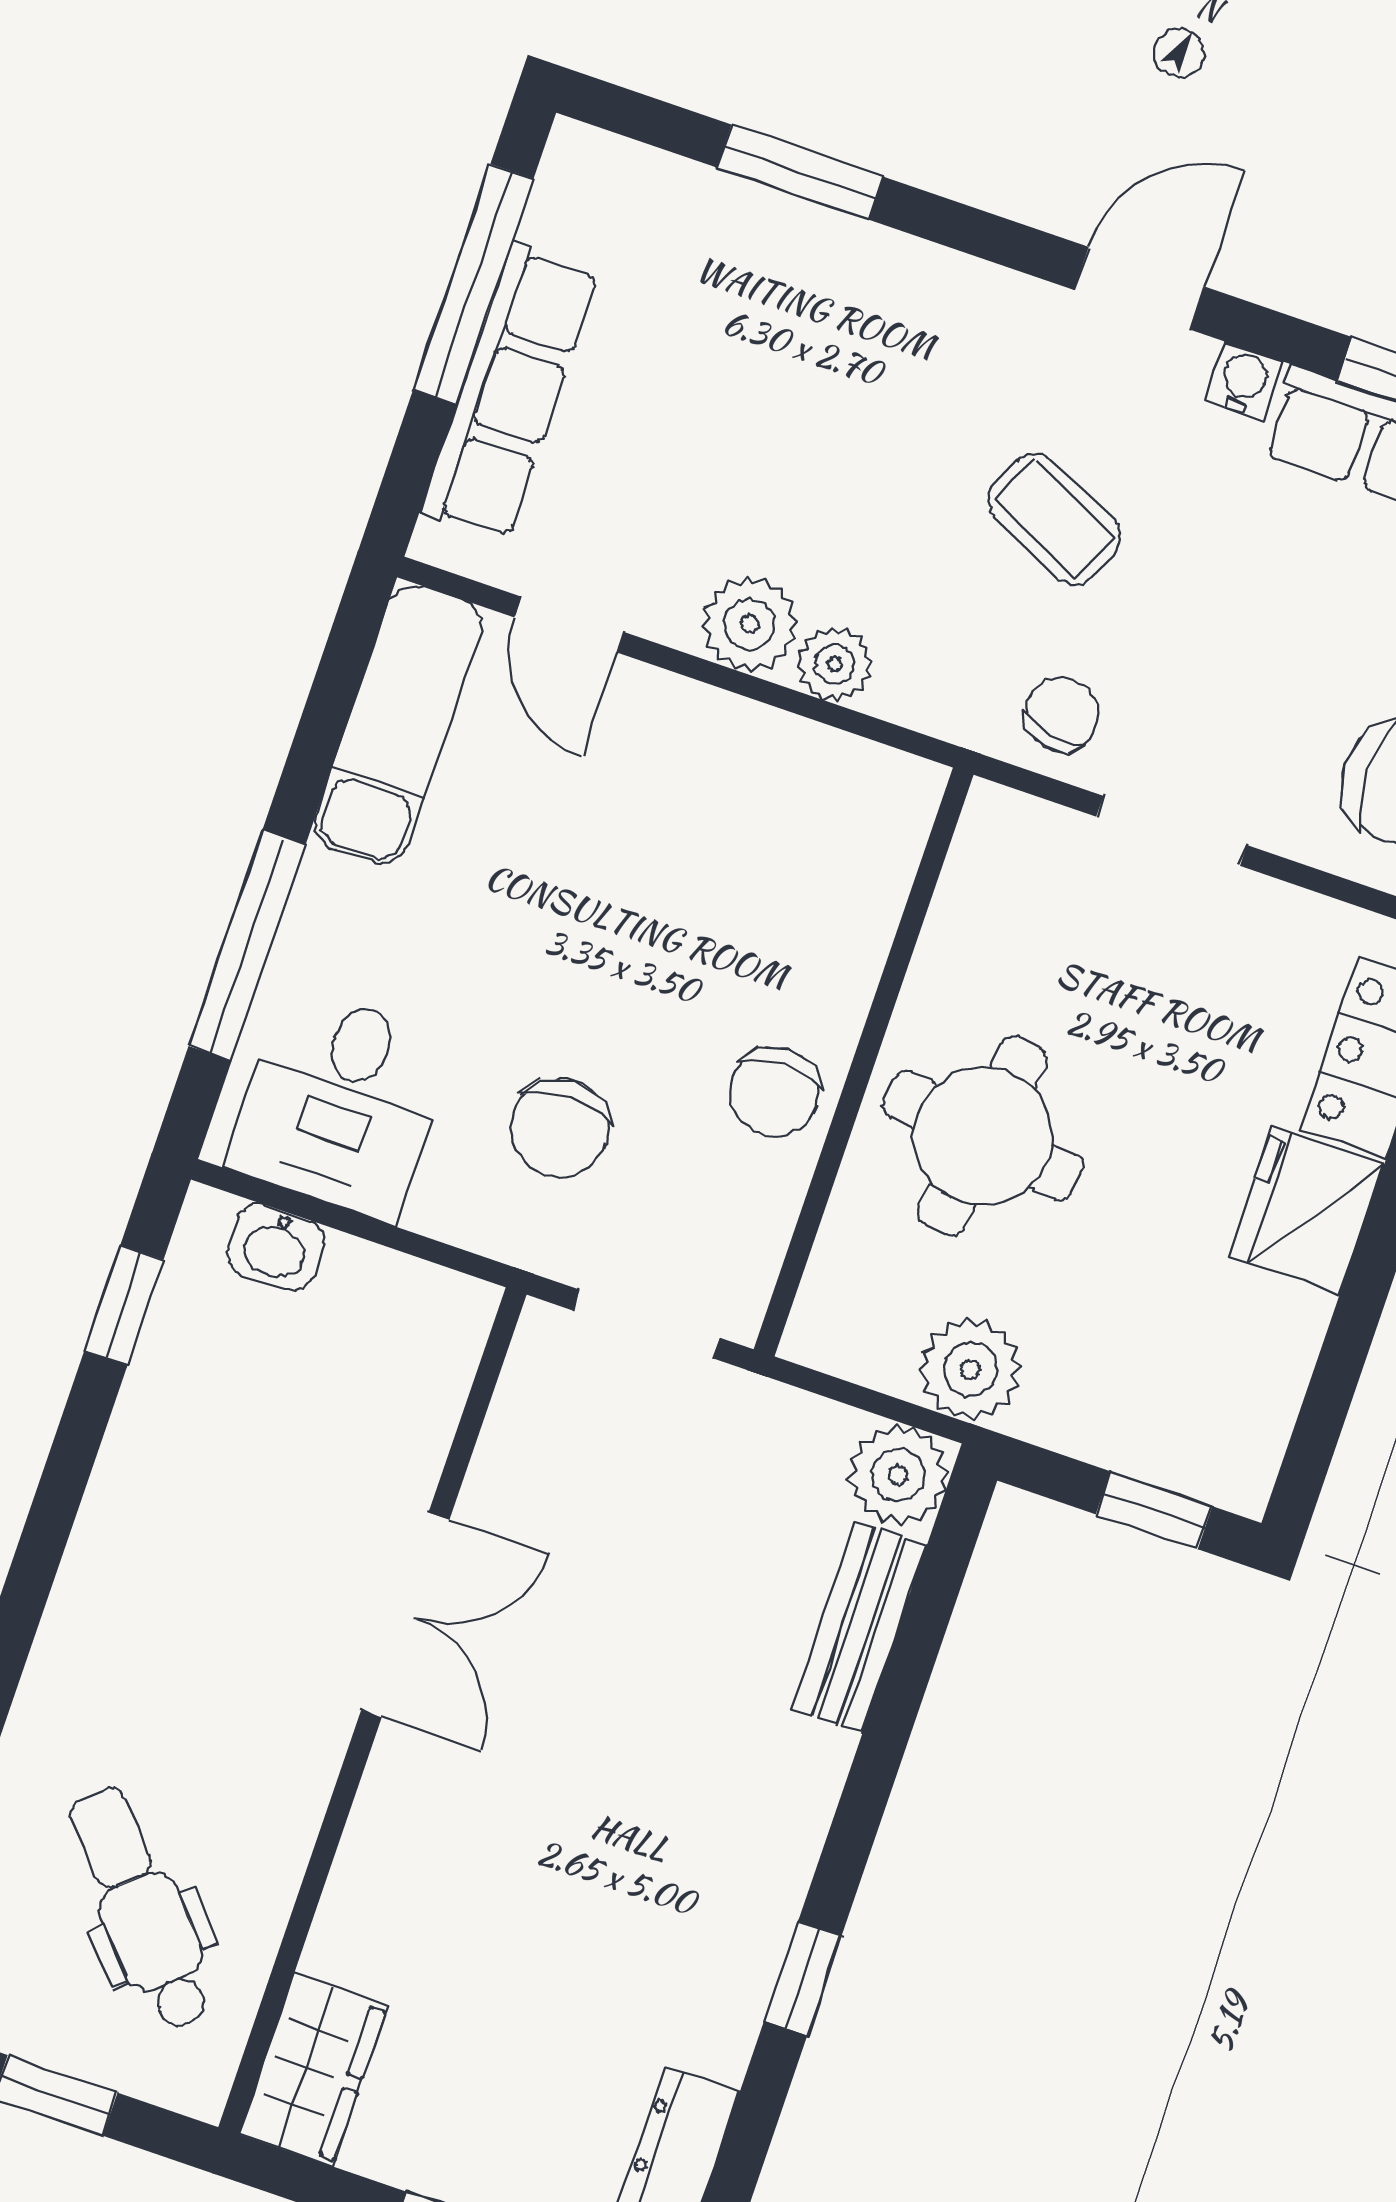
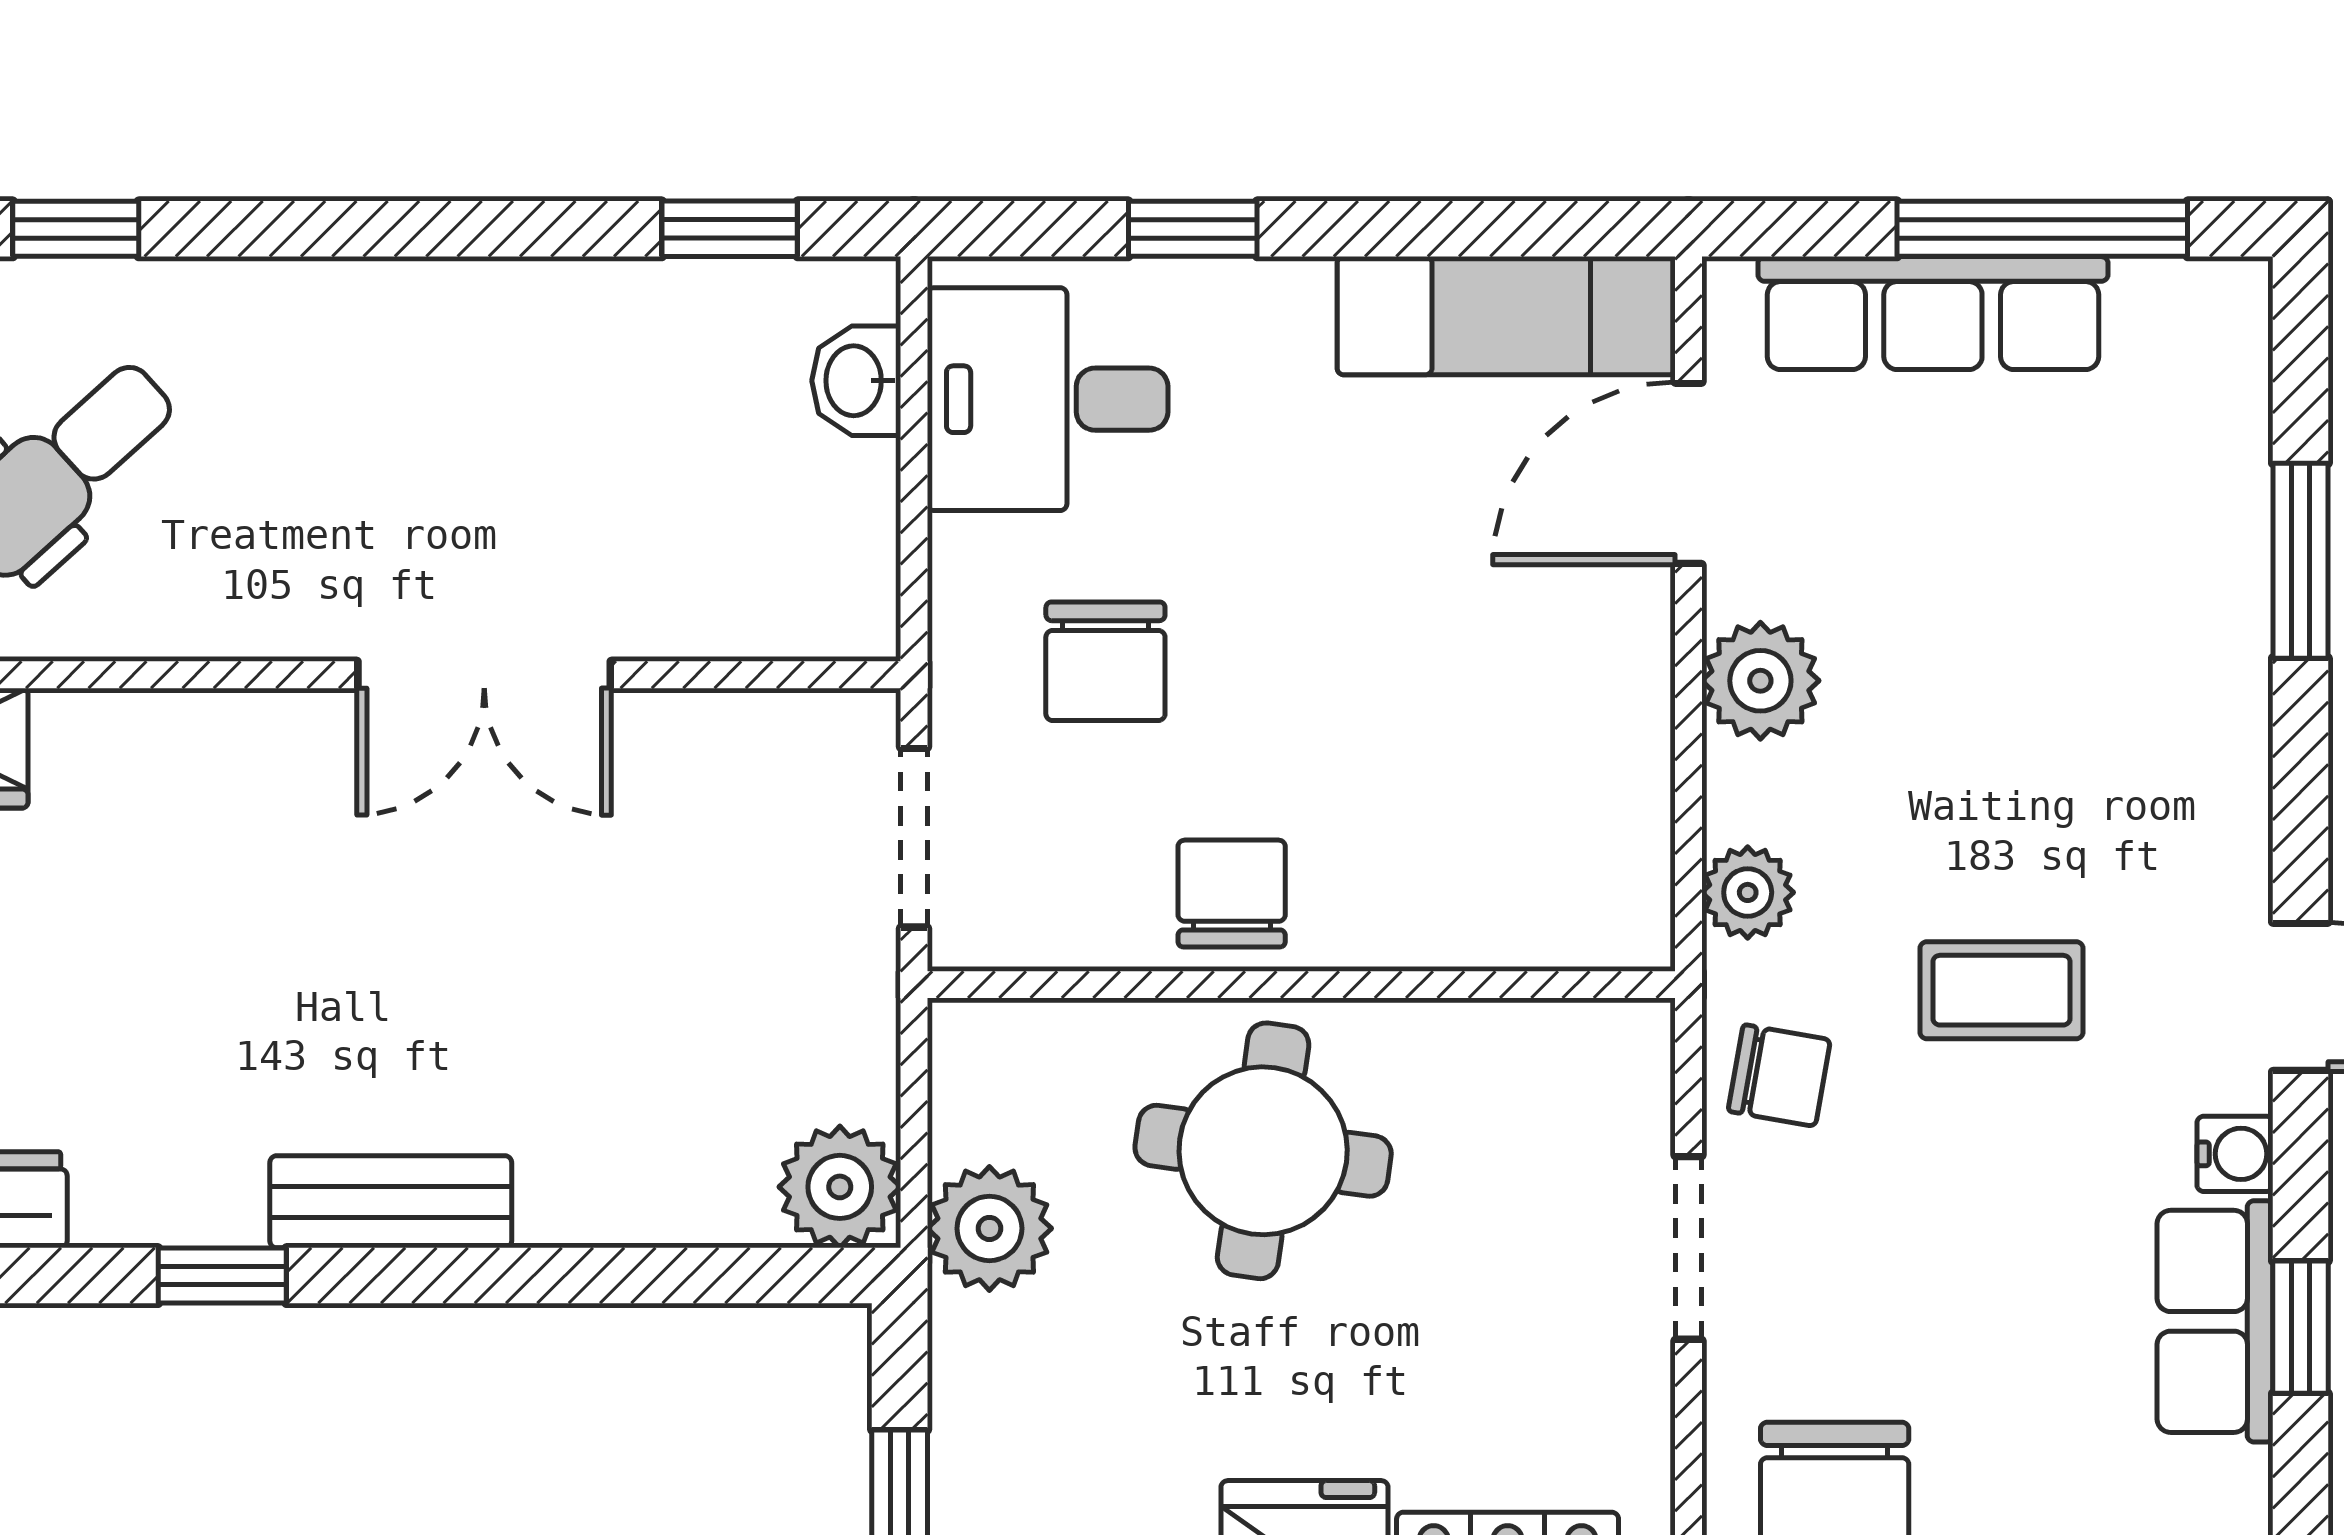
coffee table: (1055, 519) -> (2002, 990), turned 65
door: (569, 625) -> (1689, 473), width x1.38
plant: (834, 664) -> (1748, 892), moved
window: (247, 945) -> (1193, 229), width x0.46
chair: (774, 1092) -> (1232, 893), turned 90
chair: (560, 1128) -> (1105, 661), turned -90
bench: (859, 1627) -> (391, 1202), moved

